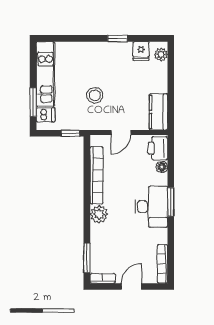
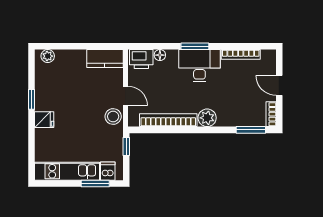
fridge: (141, 51) -> (44, 120), moved
stool: (95, 95) -> (113, 116), moved
bookcase: (163, 264) -> (241, 54), moved

